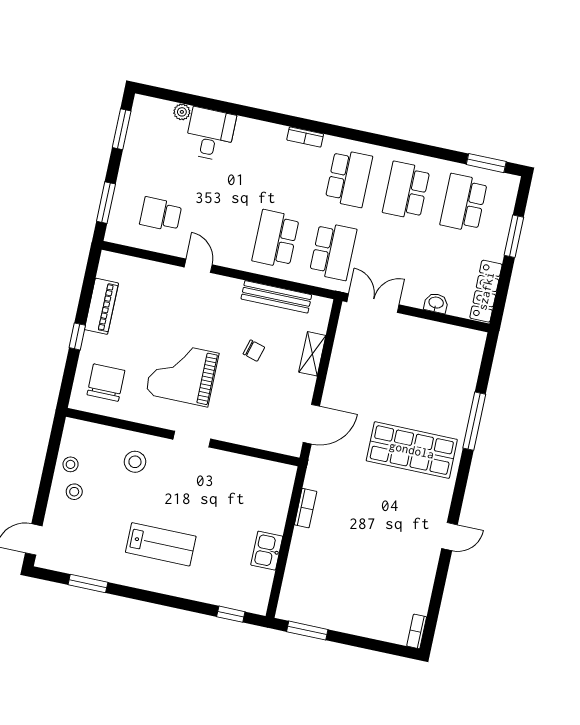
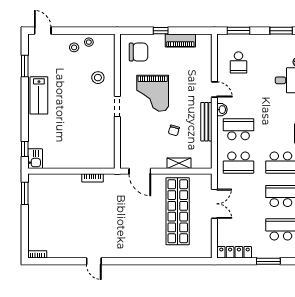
school desk: (161, 214) -> (238, 62), turned 180
door: (198, 266) -> (214, 89), hinge flipped
bench: (276, 297) -> (206, 122), moved
double door: (373, 303) -> (214, 204), moved
washbasin: (436, 303) -> (222, 110), moved
grand piano: (182, 374) -> (153, 93), turned 180
window: (474, 421) -> (161, 261), removed
shop shelf: (412, 450) -> (178, 211), moved, width x1.40
lab bench: (161, 544) -> (39, 95), moved
kitchen sink: (267, 551) -> (35, 159), moved, turned 90

